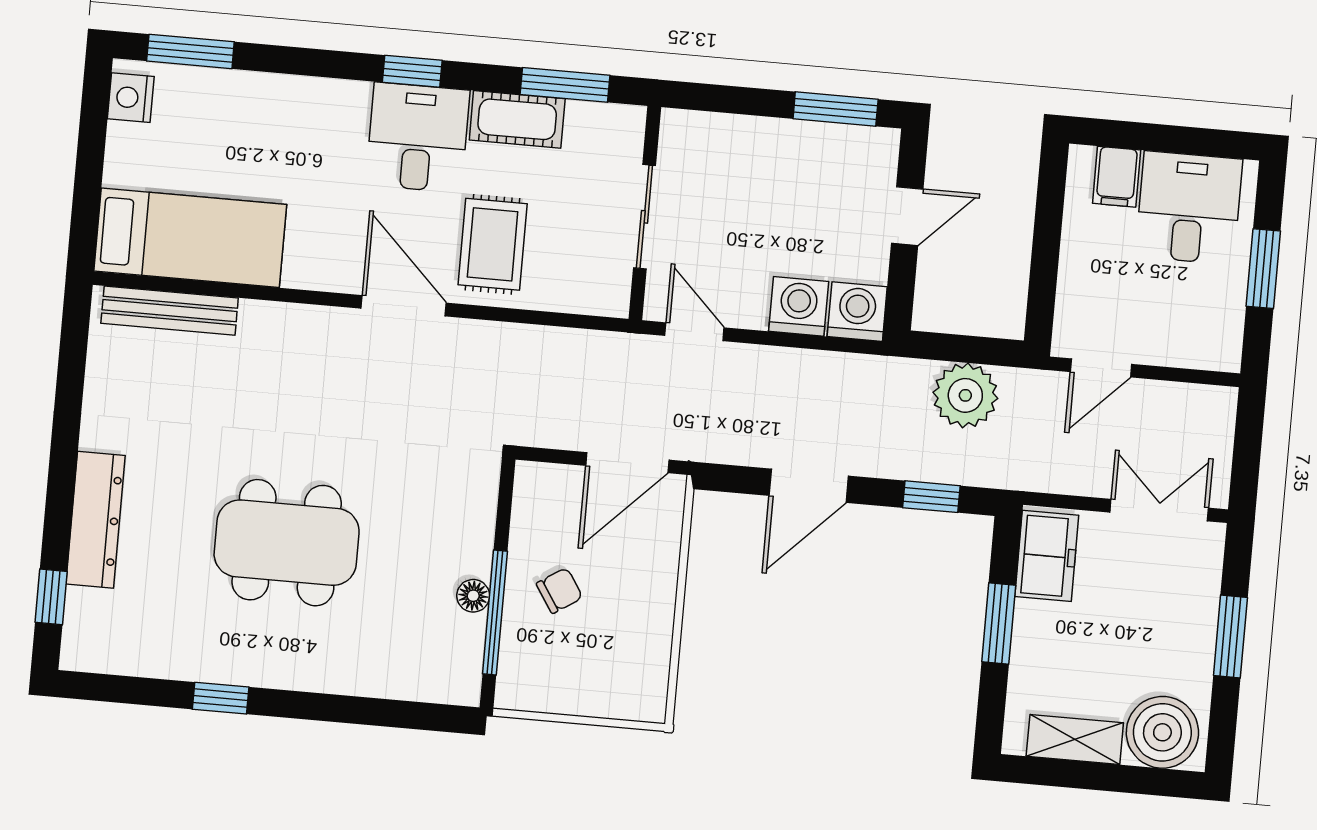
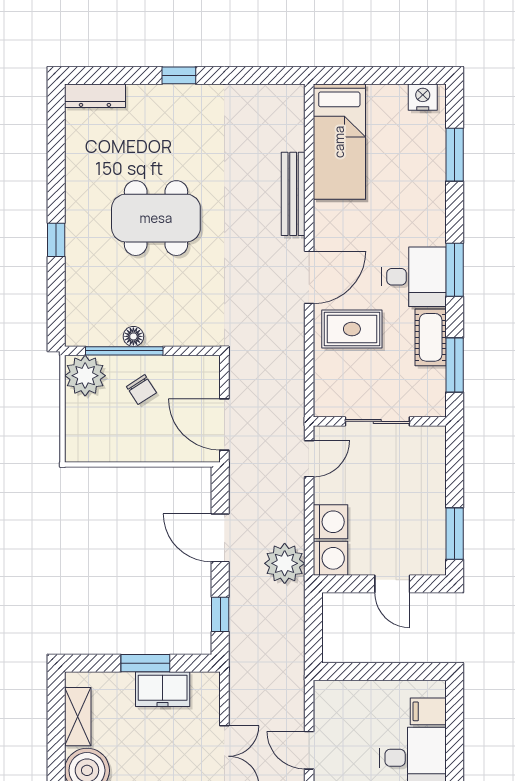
window: (190, 51) -> (455, 155), moved
window: (412, 71) -> (455, 270), width x1.50
bench: (170, 311) -> (293, 194), moved
door: (1101, 368) -> (309, 750), moved
plant: (965, 395) -> (285, 563), moved
dresser: (95, 520) -> (95, 96), moved, width x0.73, depth x0.80
dining table: (287, 543) -> (156, 218), turned 90
freezer: (1047, 556) -> (163, 689), moved
window: (51, 597) -> (179, 75), moved
plant: (529, 679) -> (85, 376), added
window: (221, 698) -> (56, 240), moved

